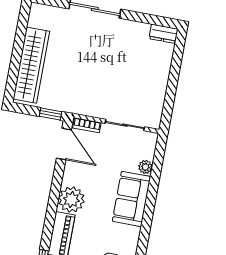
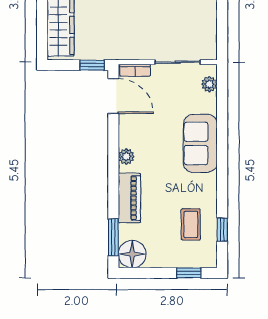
plant: (145, 167) -> (209, 84), moved
plant: (71, 200) -> (126, 157), width x0.53, depth x0.53

